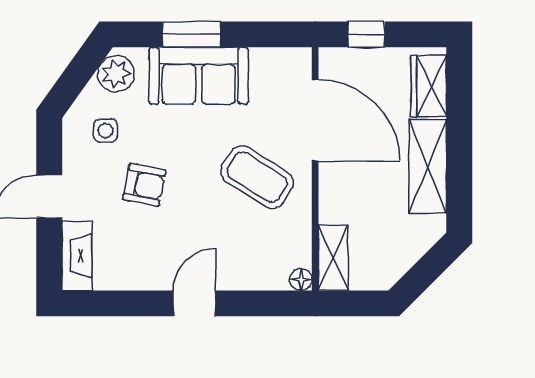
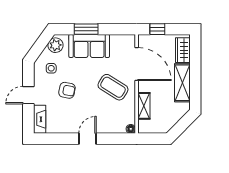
shelving: (333, 258) -> (144, 106), moved

